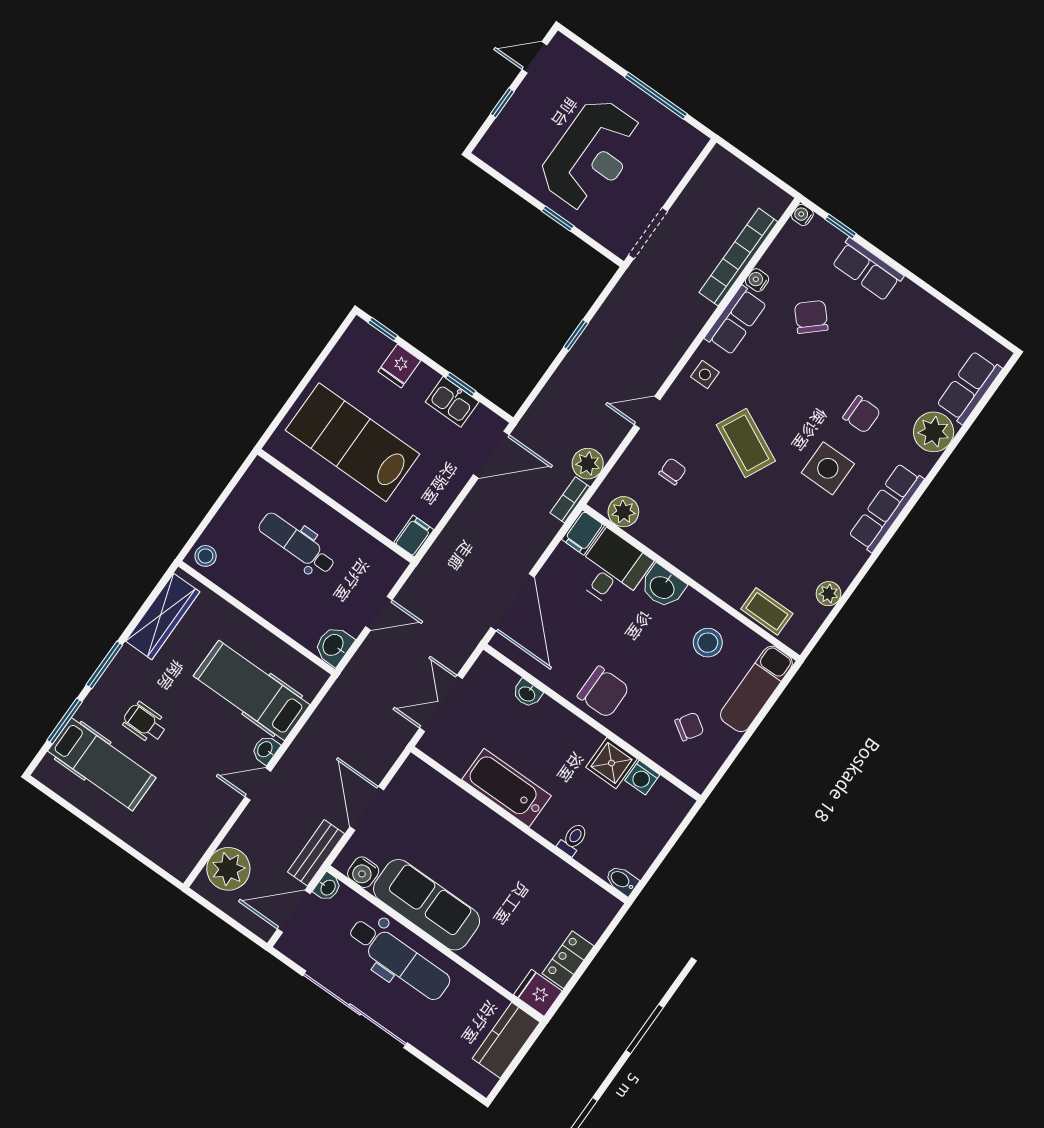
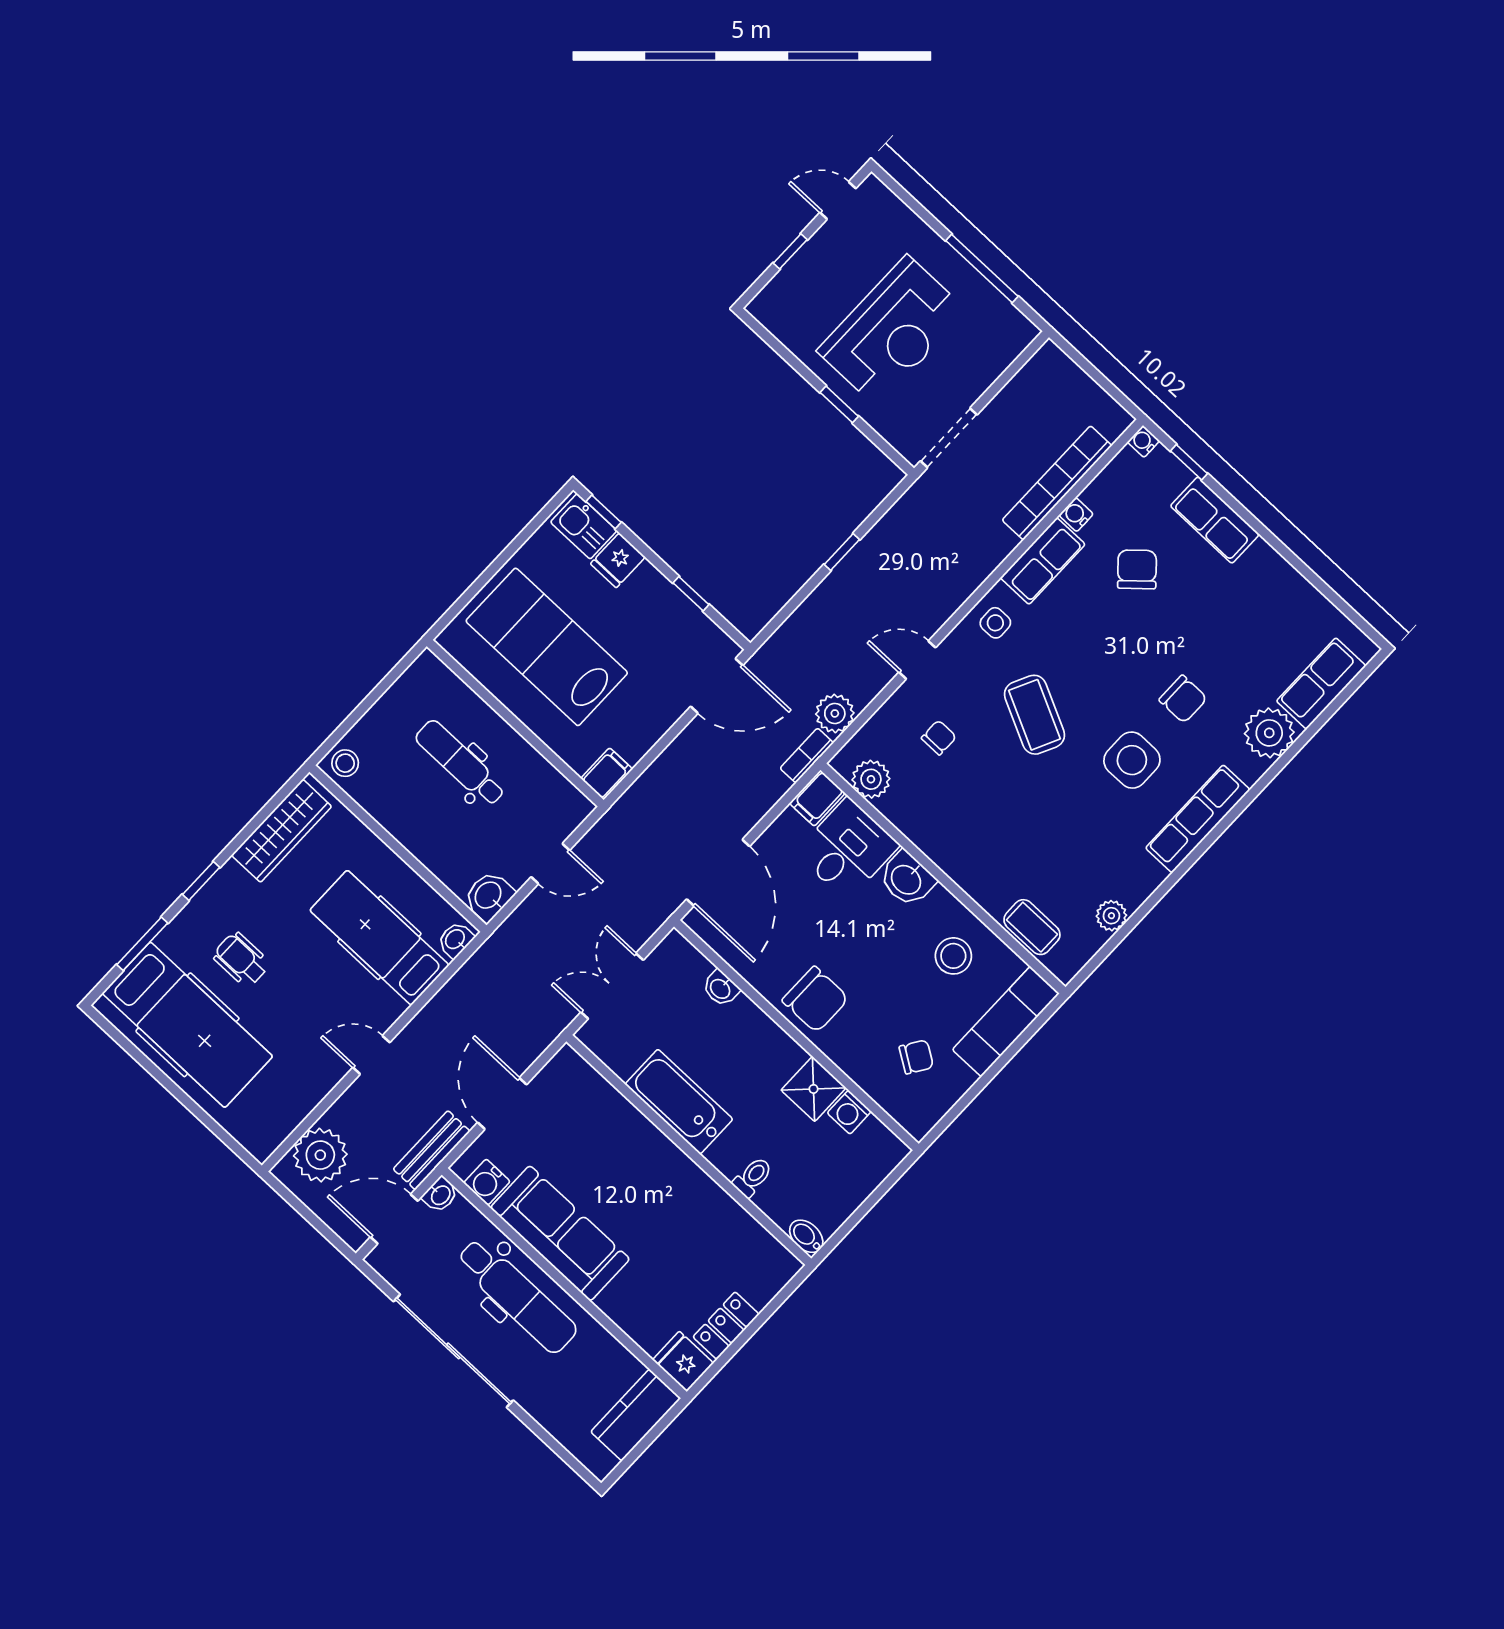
kitchen sink: (452, 402) -> (584, 526), moved
window: (104, 665) -> (201, 881), width x0.67
washbasin: (265, 750) -> (455, 940), moved
hospital bed: (102, 764) -> (187, 1025), width x1.37, depth x1.29

